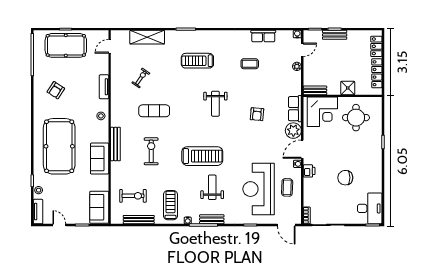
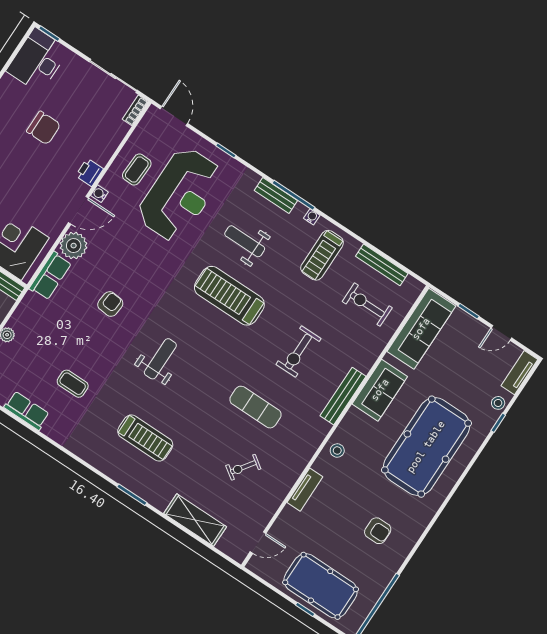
armchair: (56, 90) -> (378, 531), turned 57
weight bench: (212, 187) -> (245, 241), turned 90
sofa: (99, 207) -> (421, 329), width x1.36
door: (59, 225) -> (501, 333), hinge flipped

